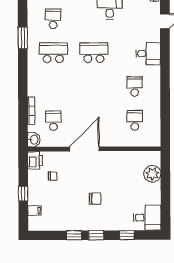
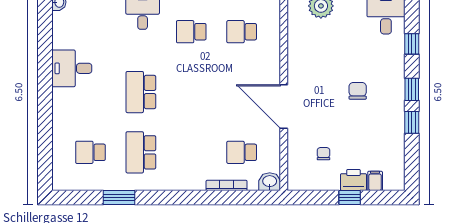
printer: (35, 160) -> (353, 180), moved

